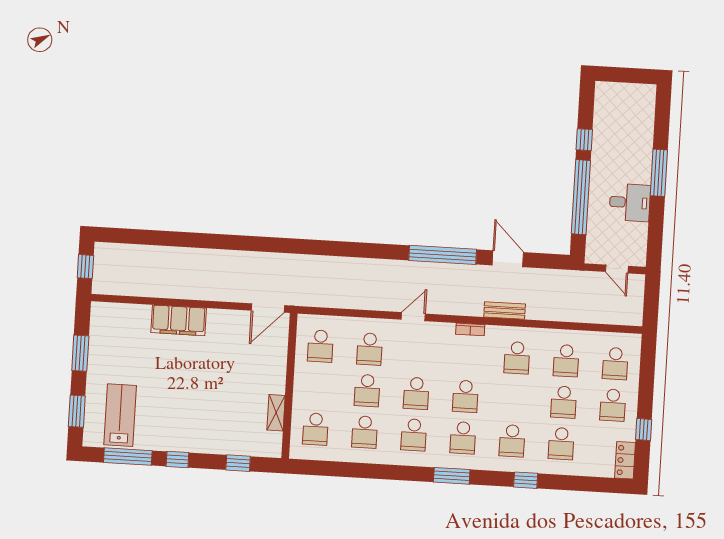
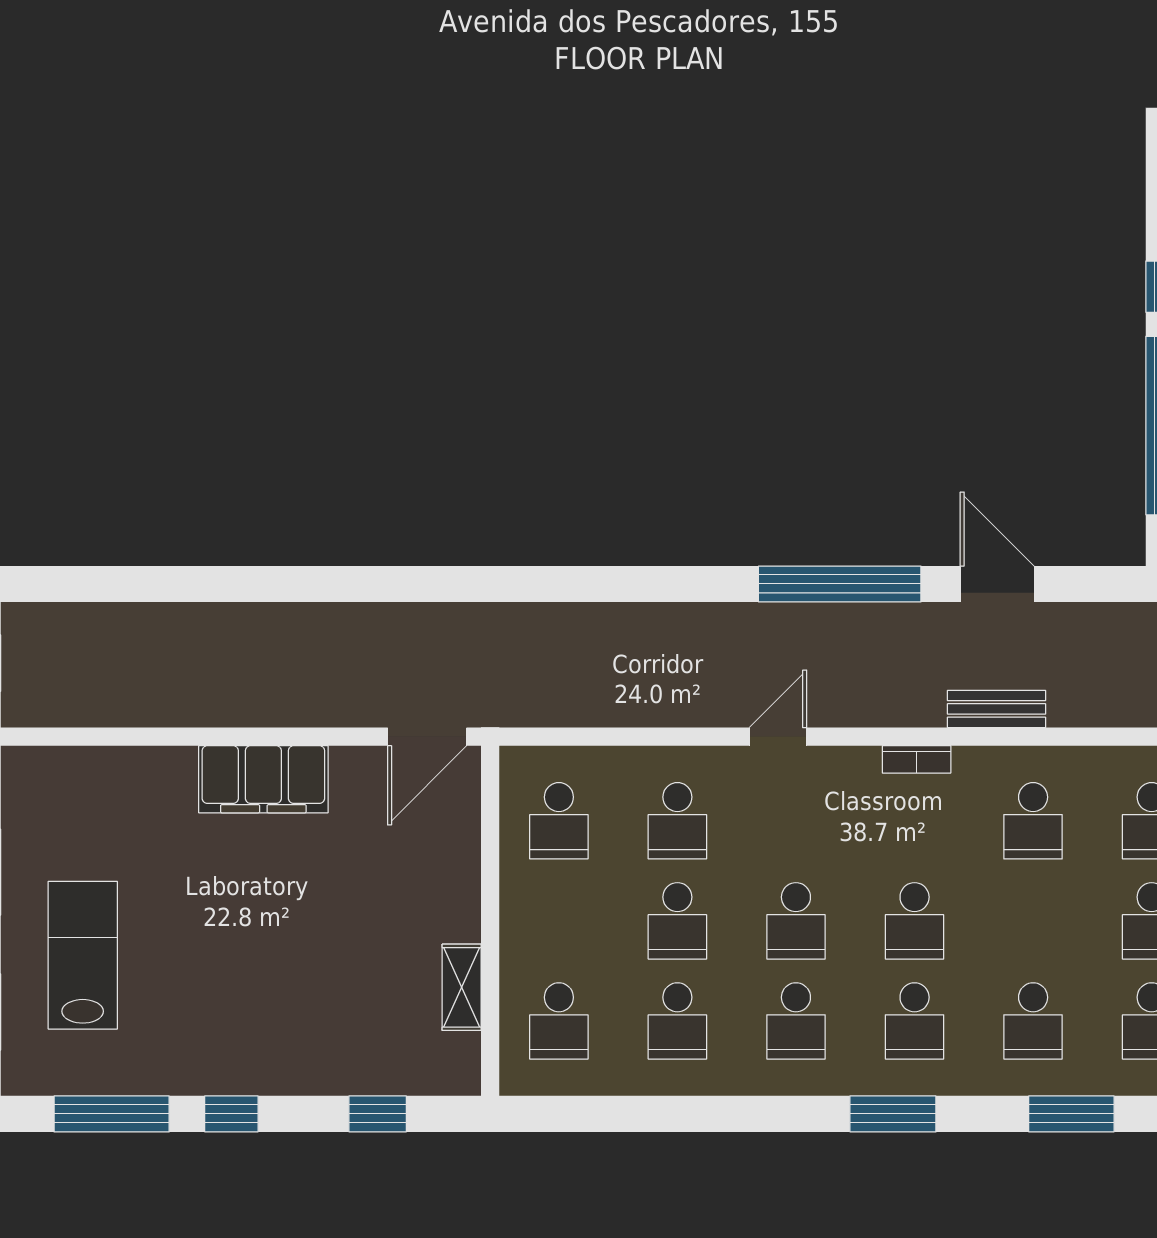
filing cabinet: (179, 320) -> (263, 779), moved
lab bench: (120, 415) -> (83, 955), moved
window: (526, 480) -> (1071, 1114), width x1.50

